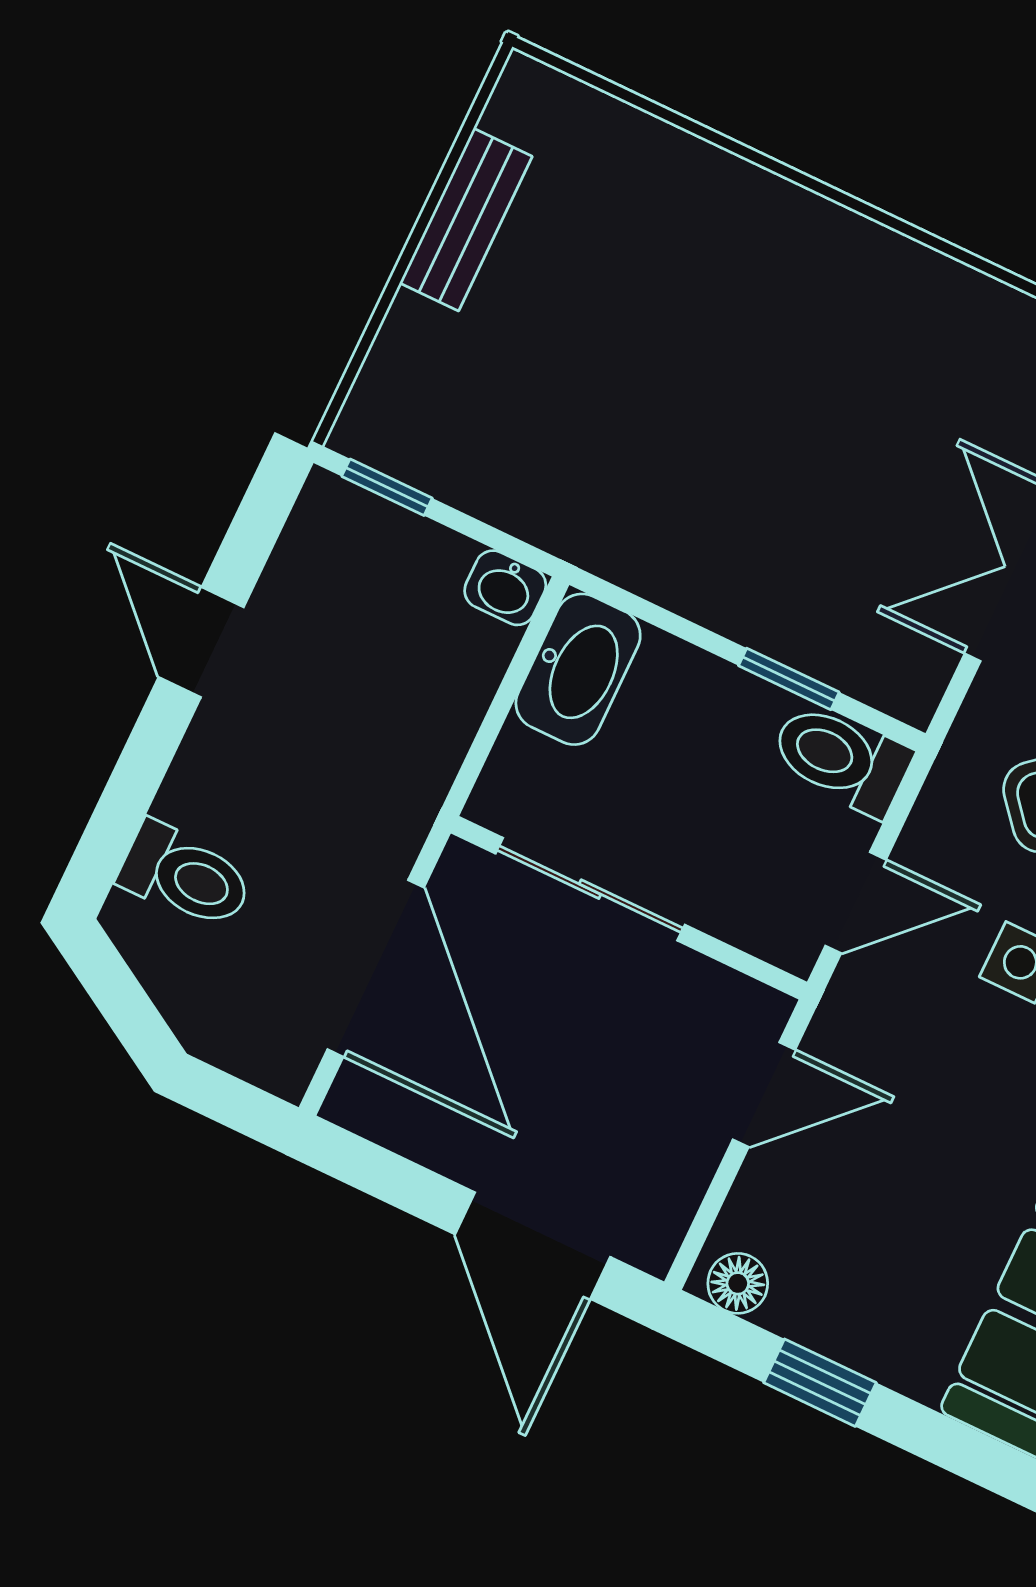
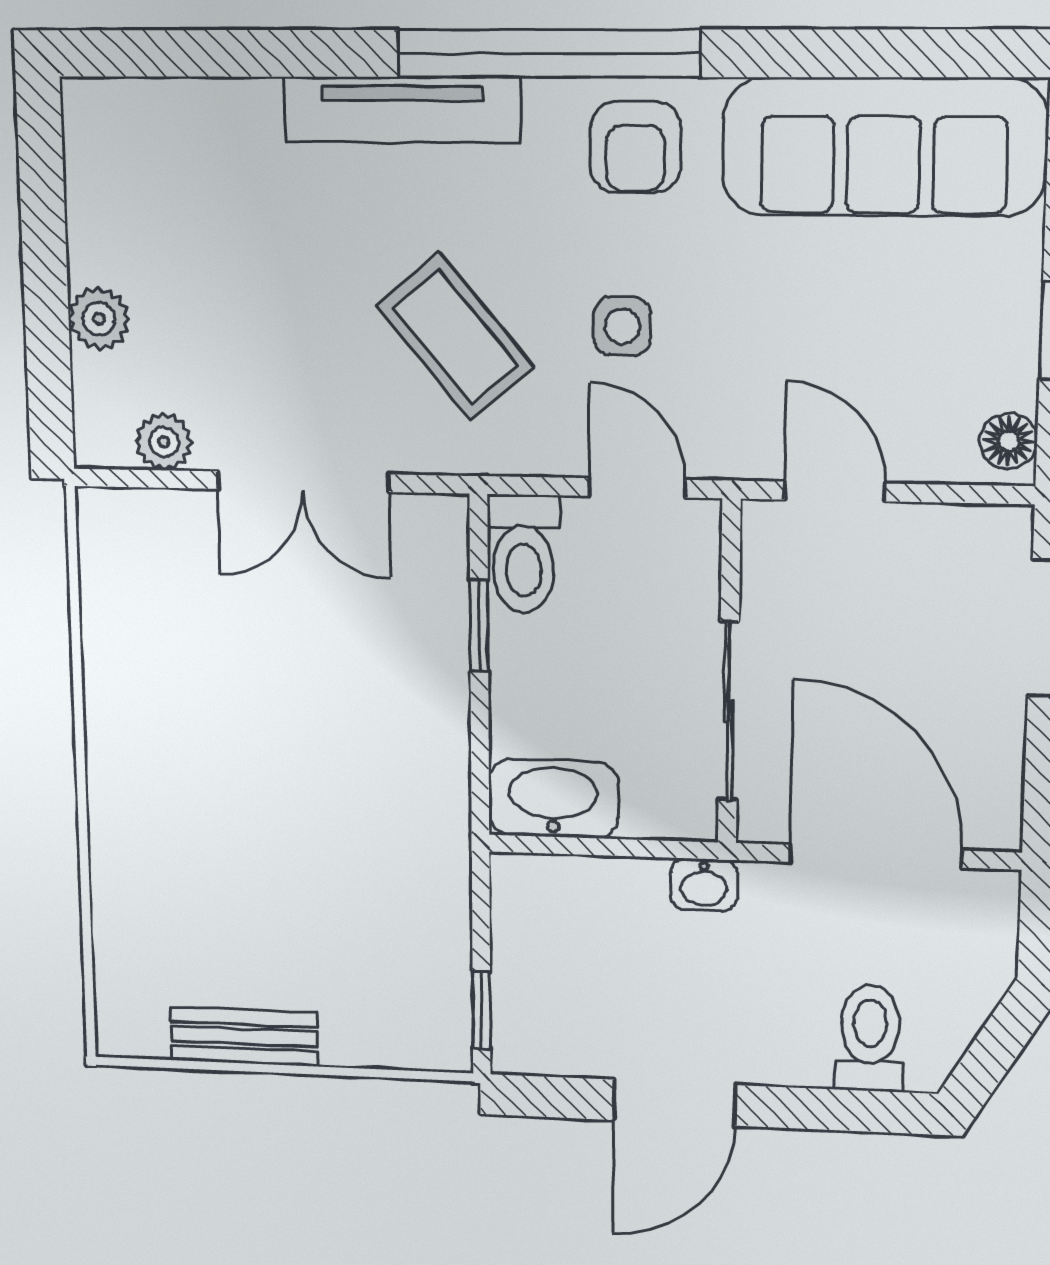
washbasin: (505, 588) -> (704, 885), moved, turned 90
door: (201, 642) -> (674, 1103), width x1.37
door: (376, 968) -> (876, 856), hinge flipped

